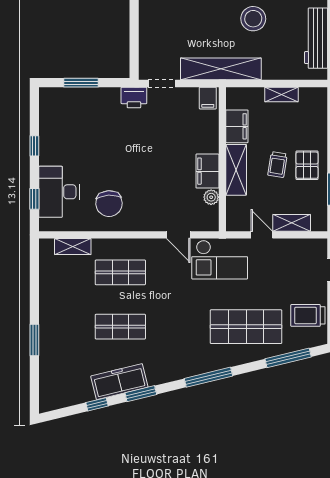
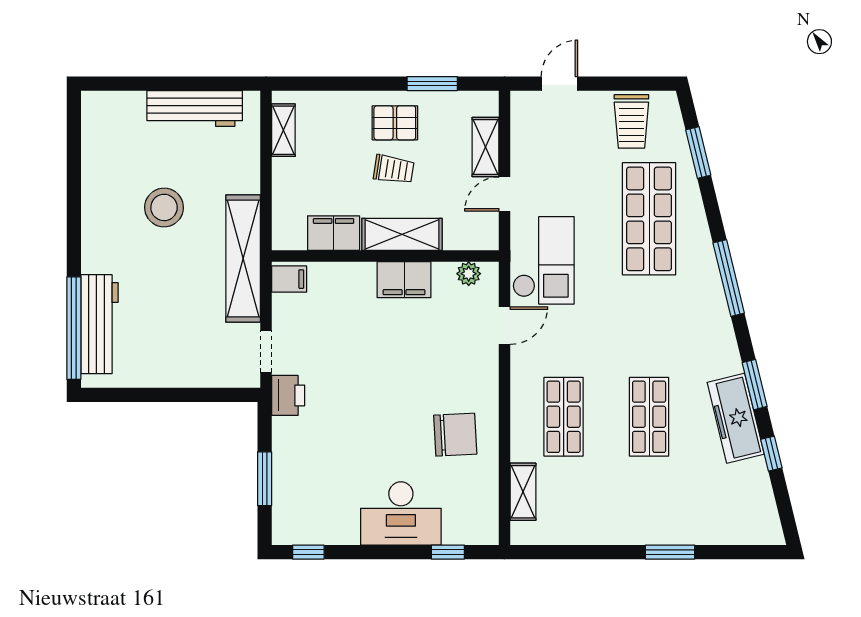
shelving: (281, 94) -> (283, 130), moved
window: (34, 146) -> (308, 552), moved
desk: (59, 192) -> (401, 513), moved
plant: (211, 197) -> (469, 274), moved
window: (288, 358) -> (698, 153), width x0.69

